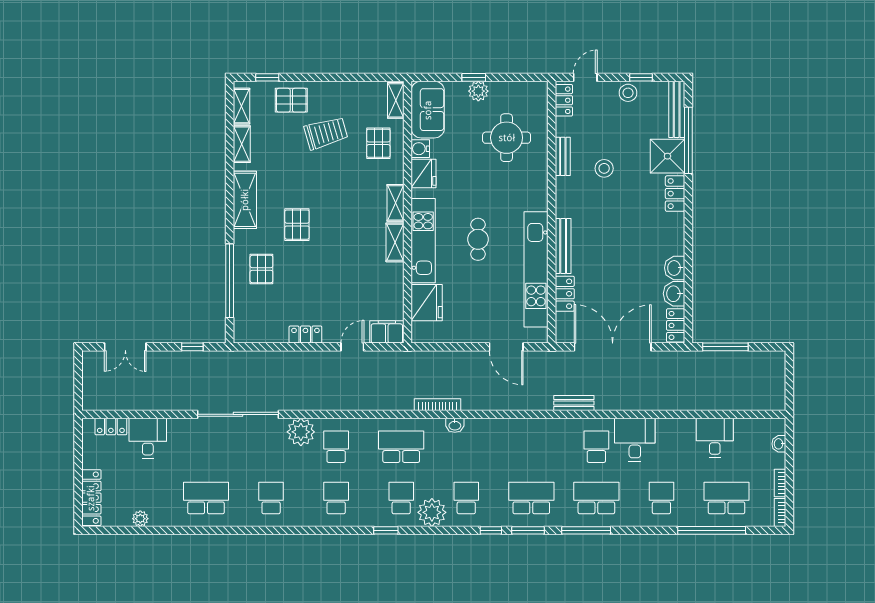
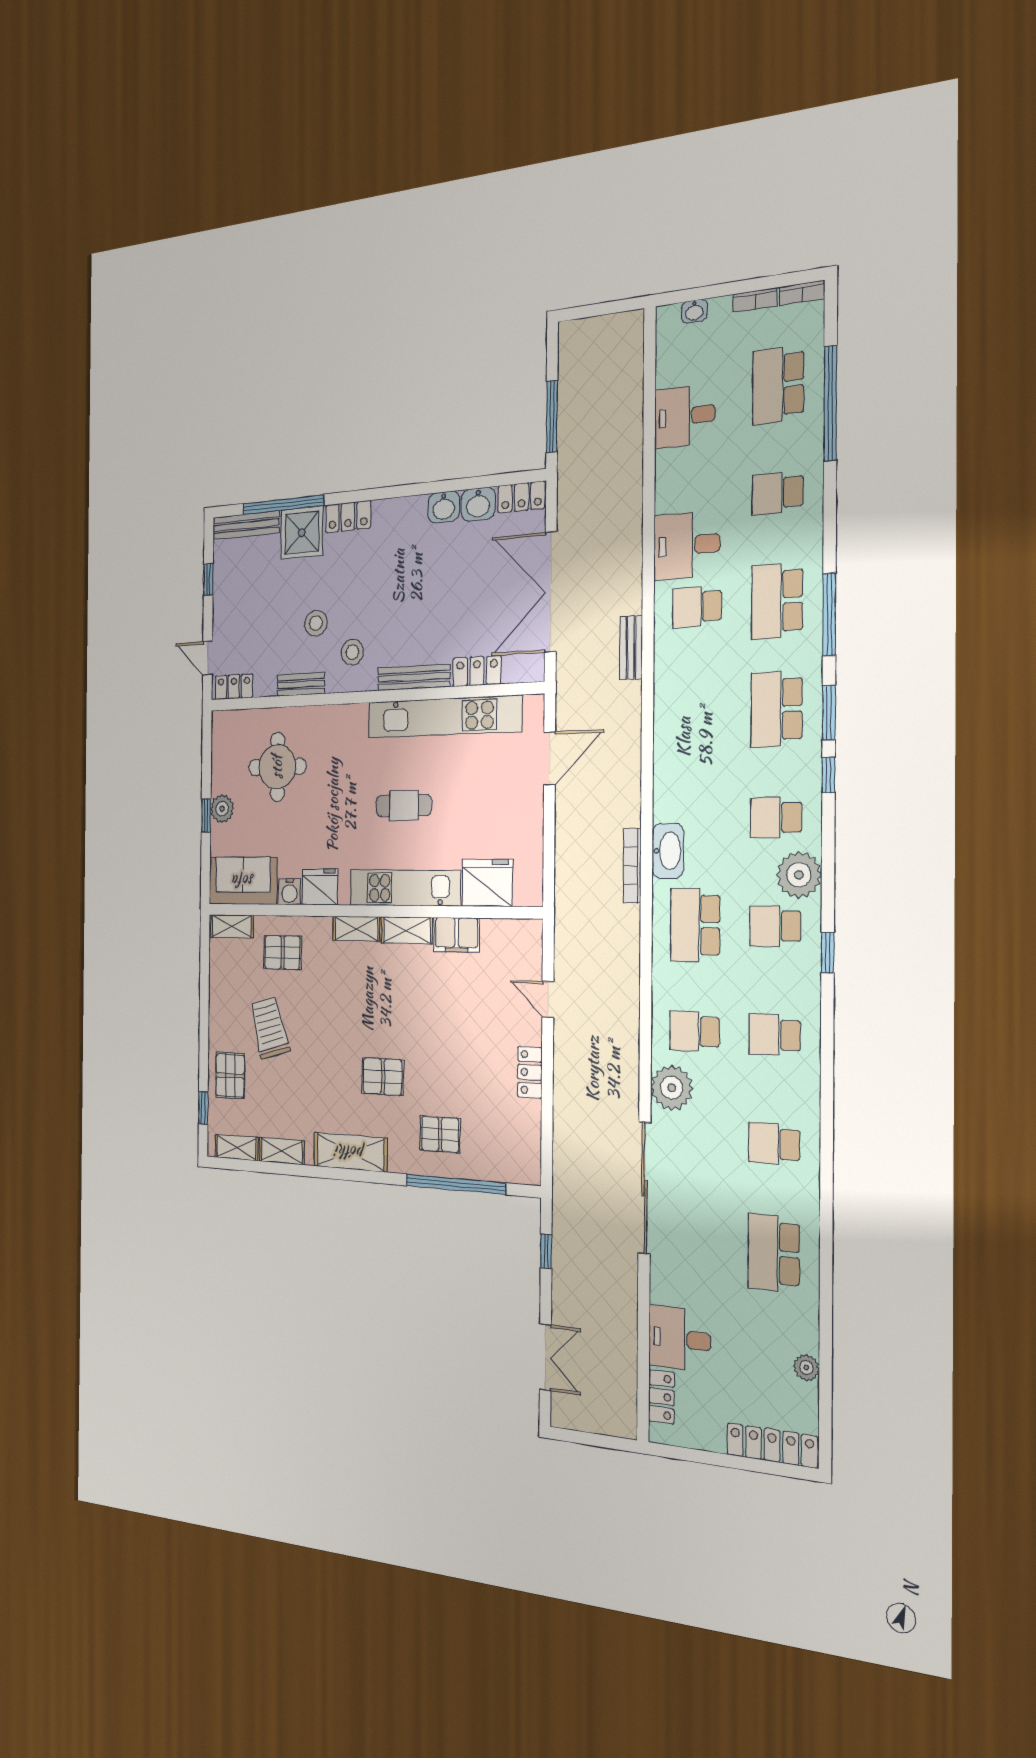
stool: (628, 93) -> (352, 652), moved
filing cabinet: (387, 332) -> (457, 935), moved, turned -90
washbasin: (455, 425) -> (668, 851), width x1.91, depth x1.45

